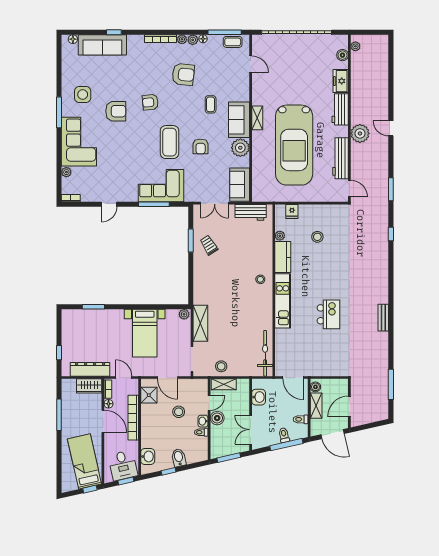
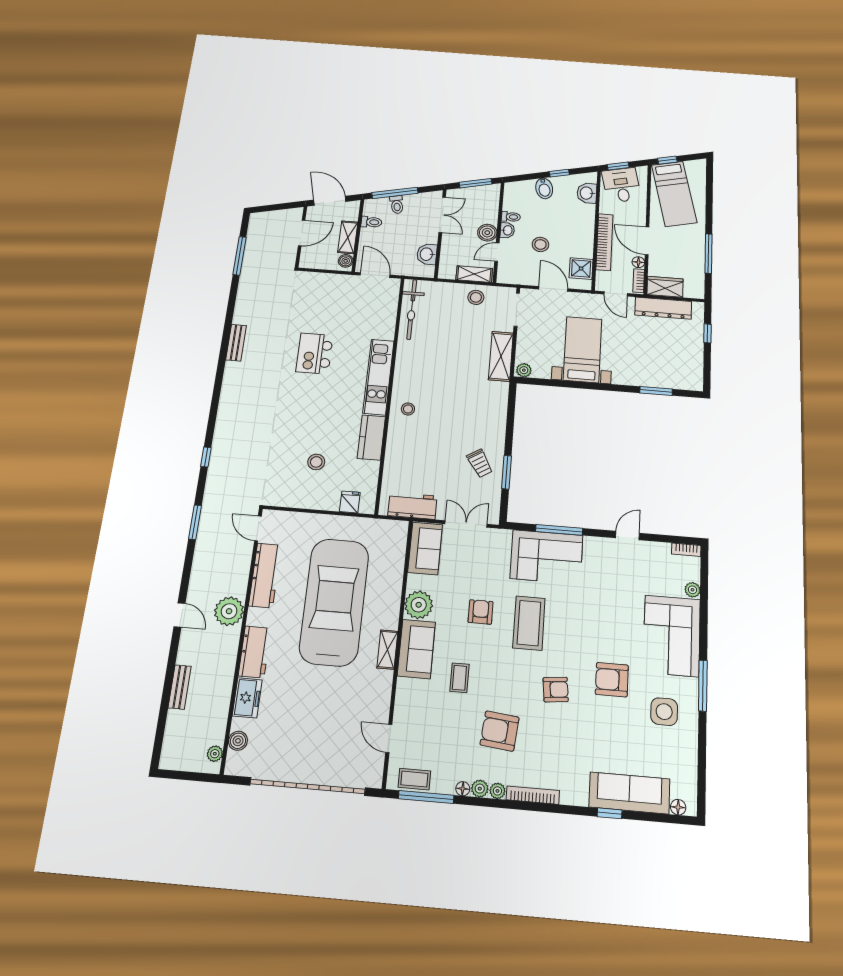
bench: (383, 84) -> (180, 687), added
plant: (280, 236) -> (372, 468), removed

